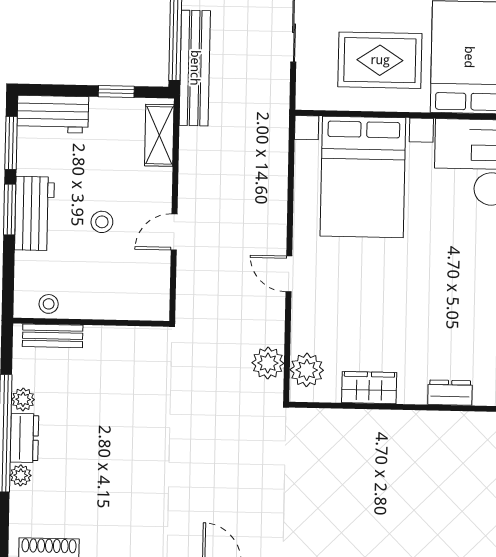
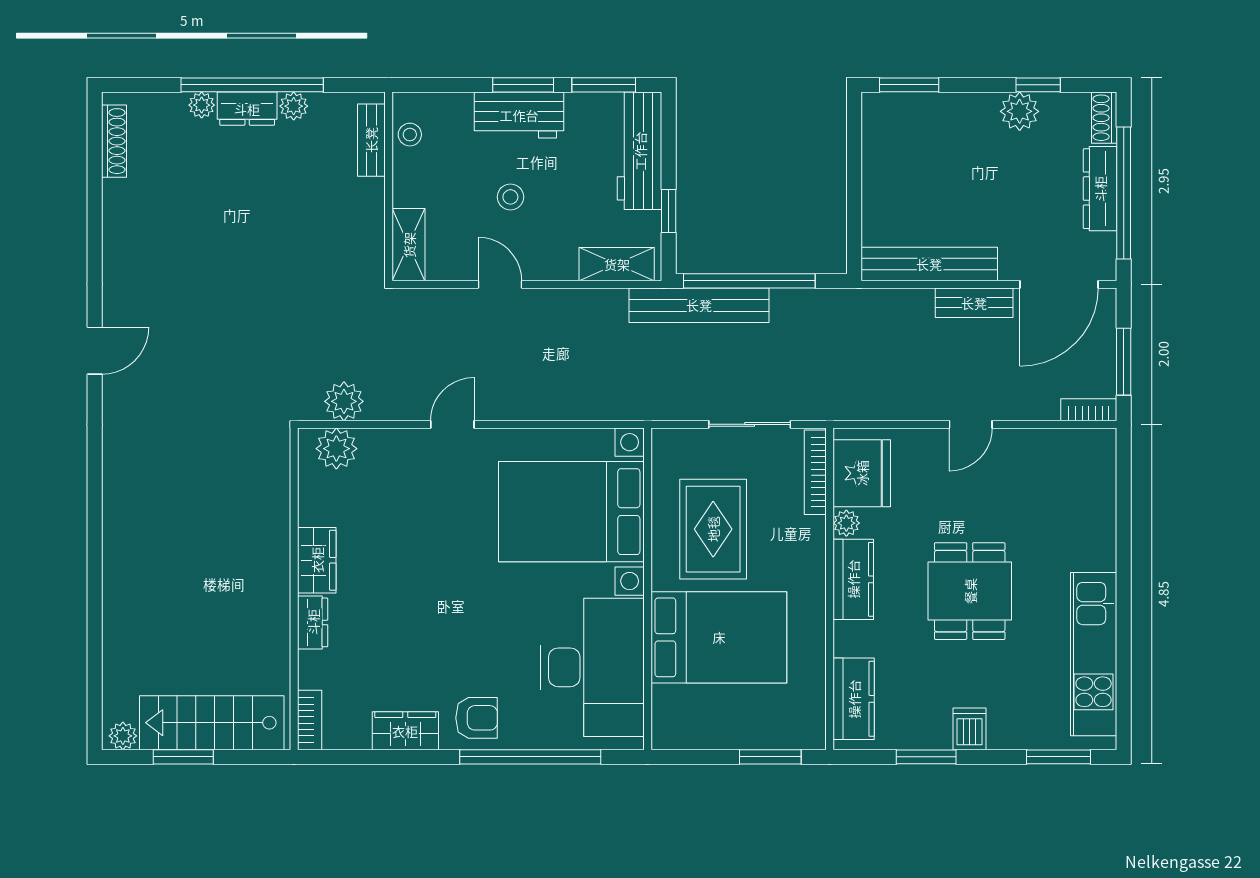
workbench: (53, 114) -> (640, 151), width x1.38
shelving: (140, 307) -> (409, 245), added
wardrobe: (369, 388) -> (317, 560), moved

